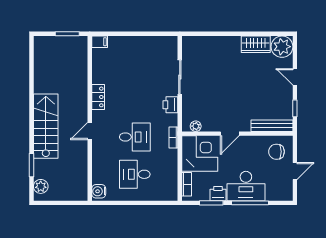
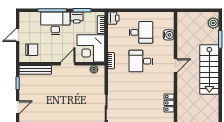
door: (295, 77) -> (18, 107), hinge flipped
locker: (98, 97) -> (169, 103), moved
printer: (170, 105) -> (113, 18), moved
water cooler: (99, 191) -> (169, 35), moved

